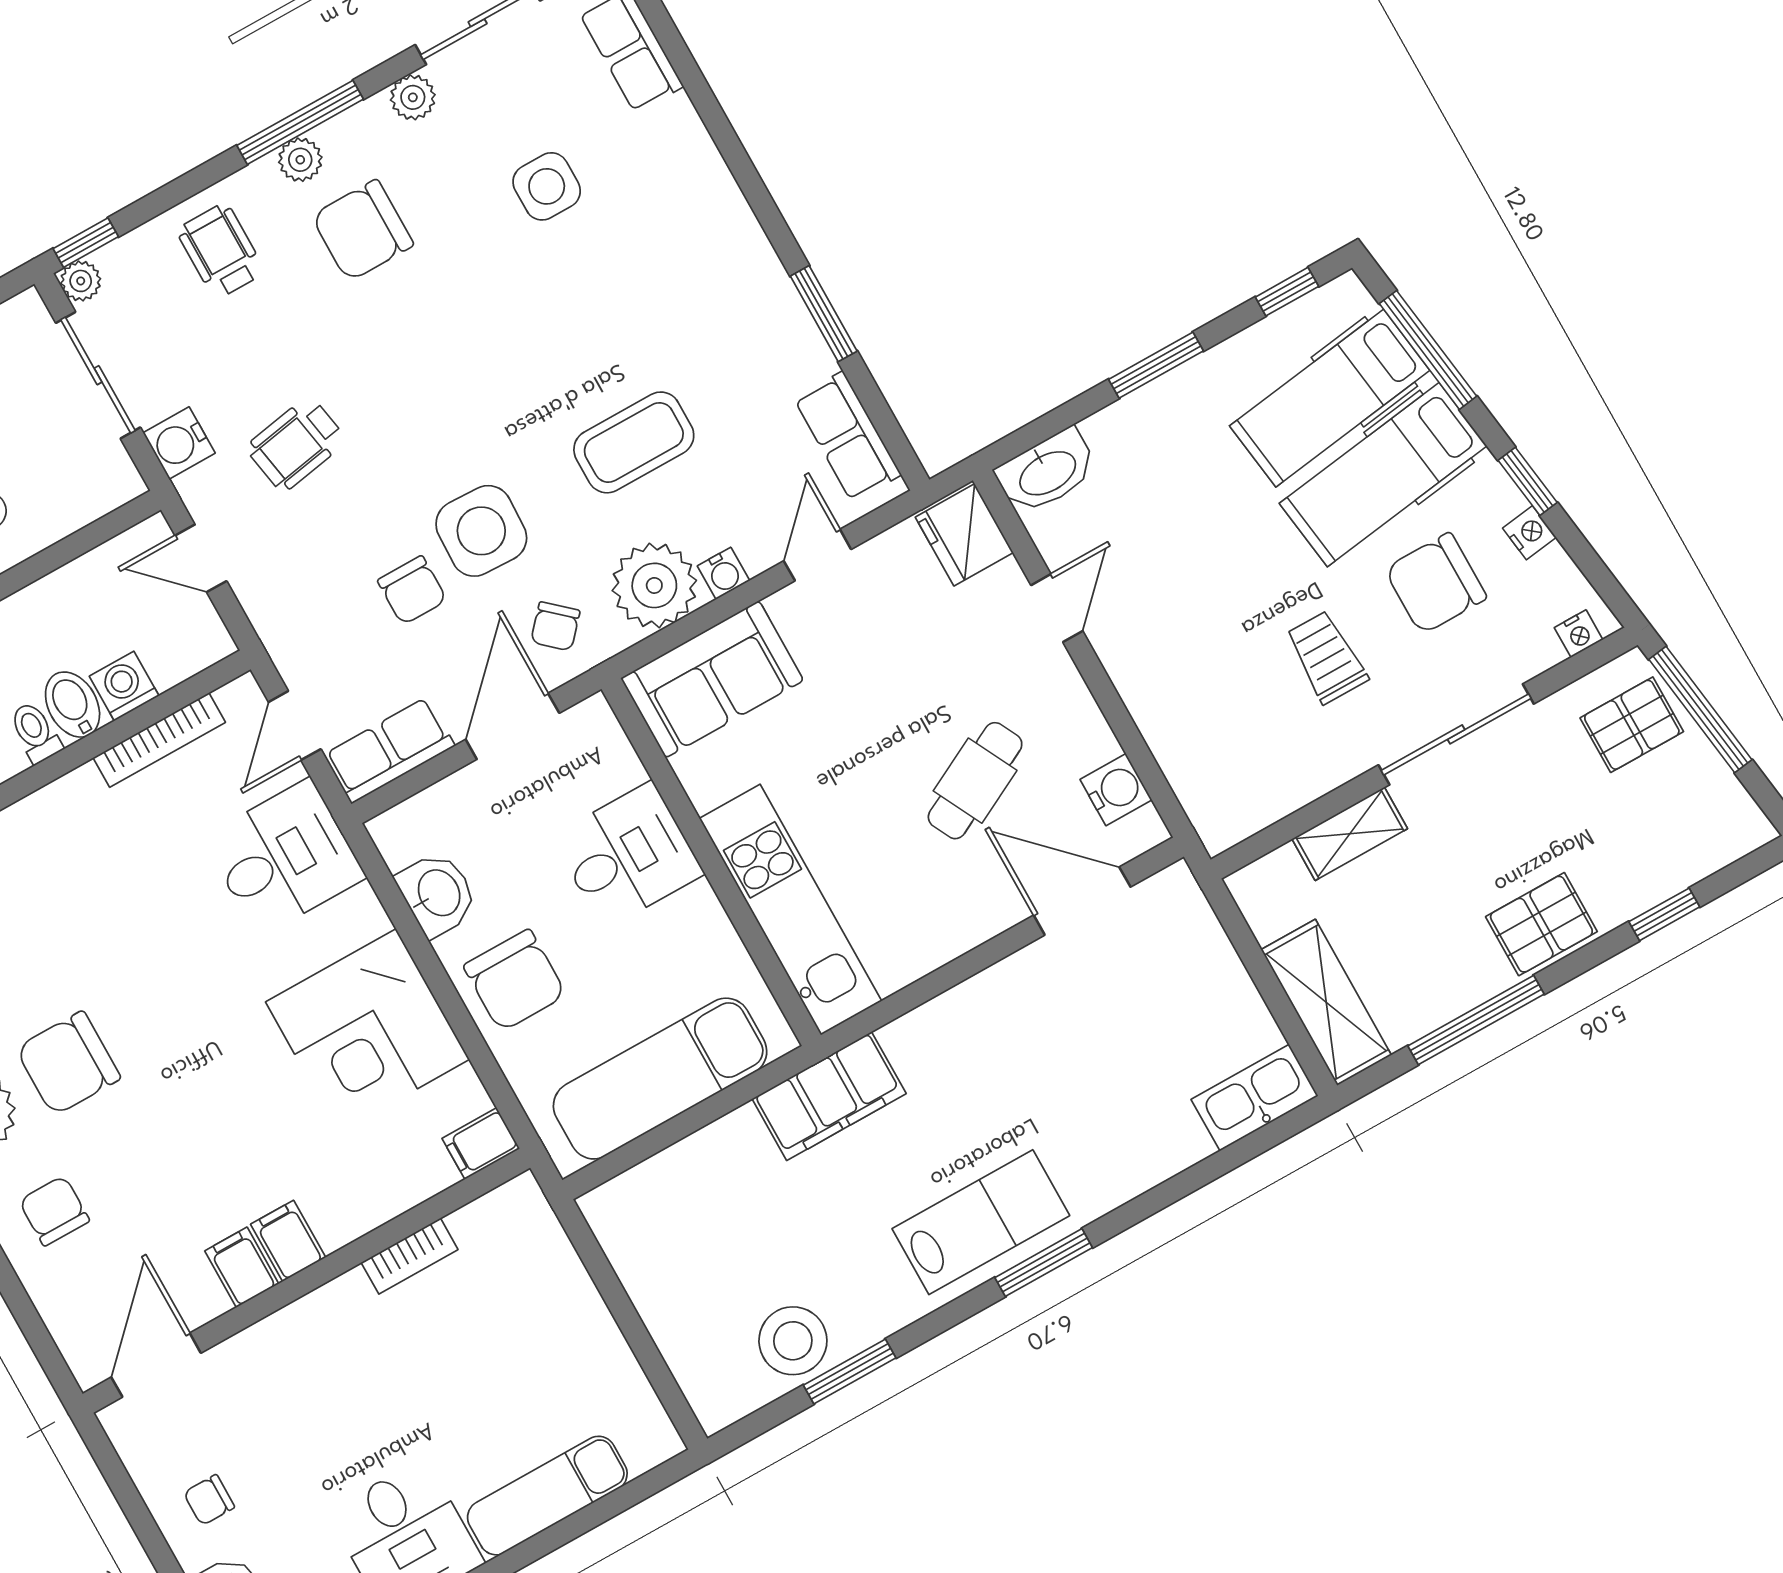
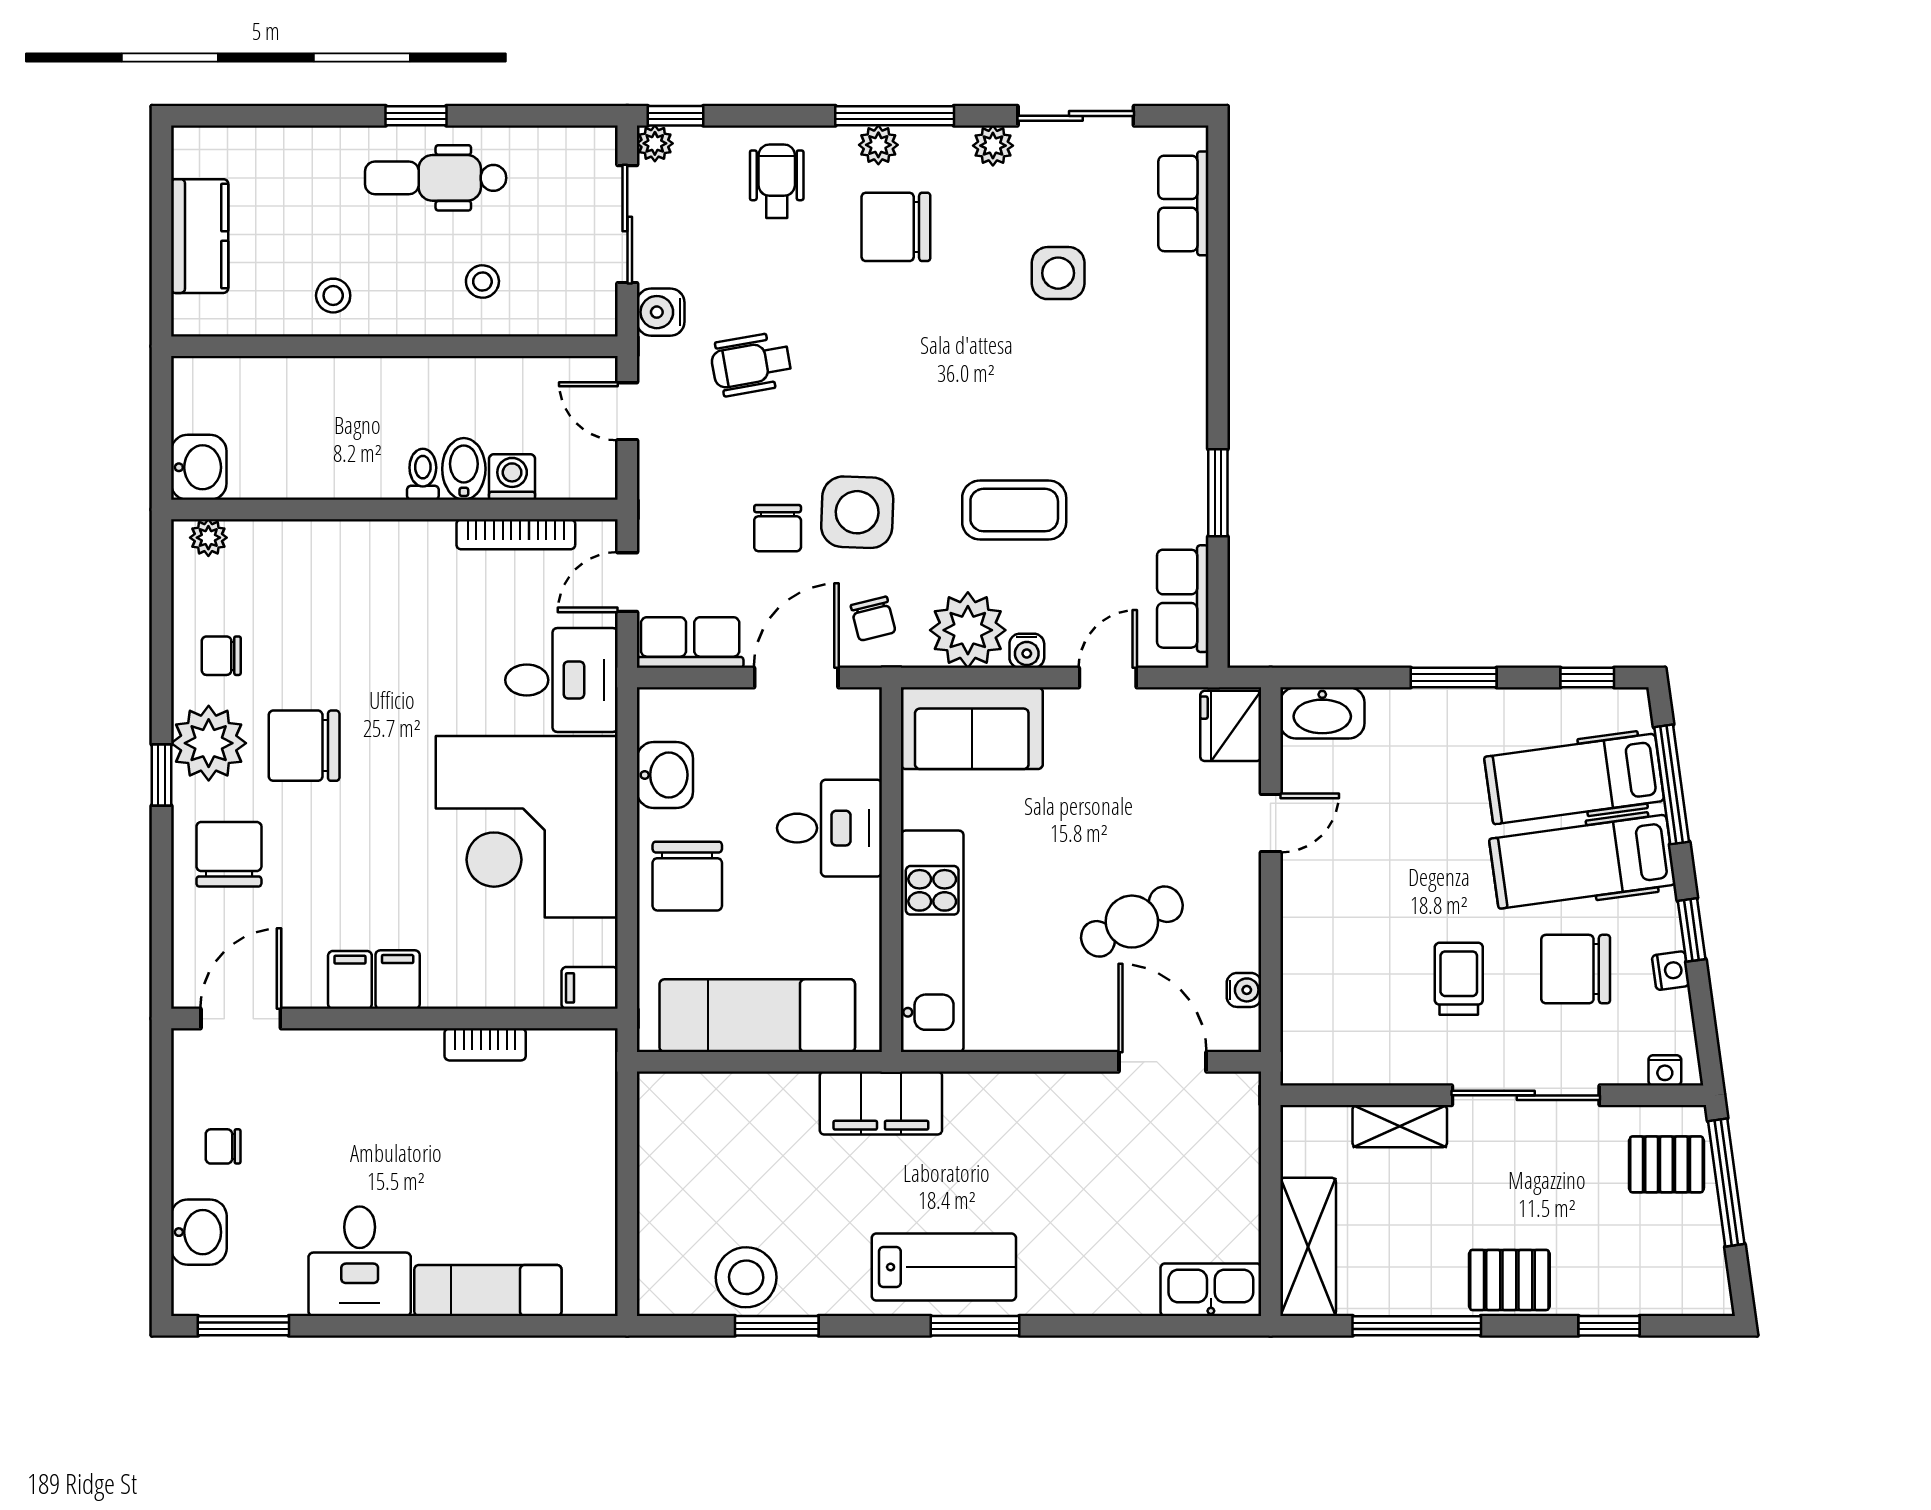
chair: (555, 626) -> (873, 619), turned -56
water cooler: (1116, 790) -> (1244, 990), width x0.72, depth x0.72
corner desk: (367, 1031) -> (527, 827), width x1.36, depth x1.36
chair: (54, 1211) -> (229, 854), width x1.37, depth x1.37

